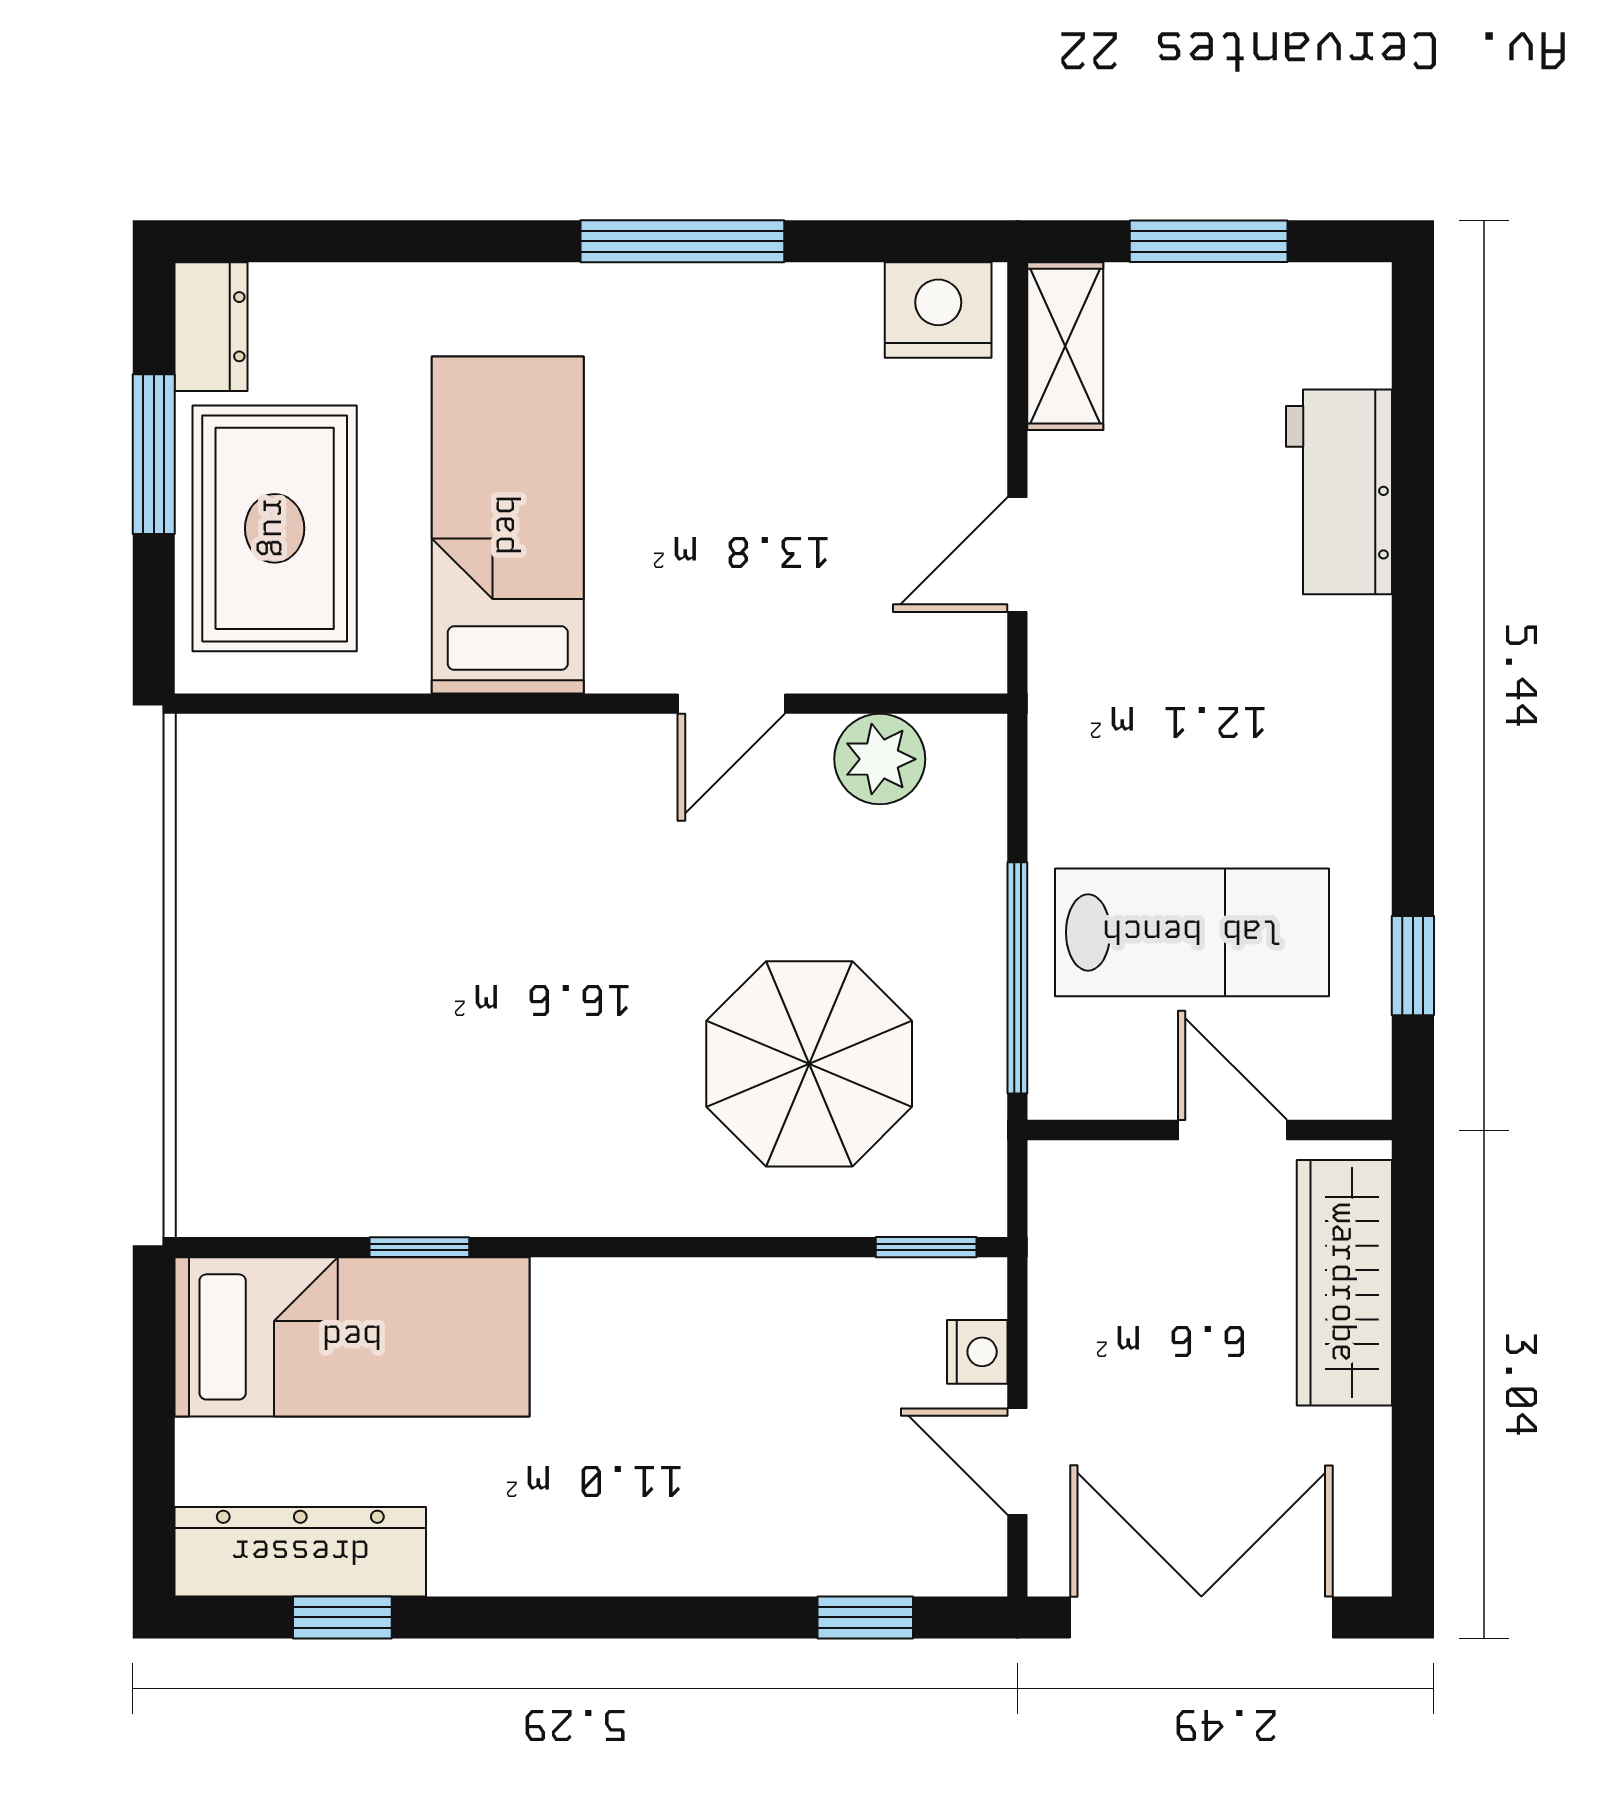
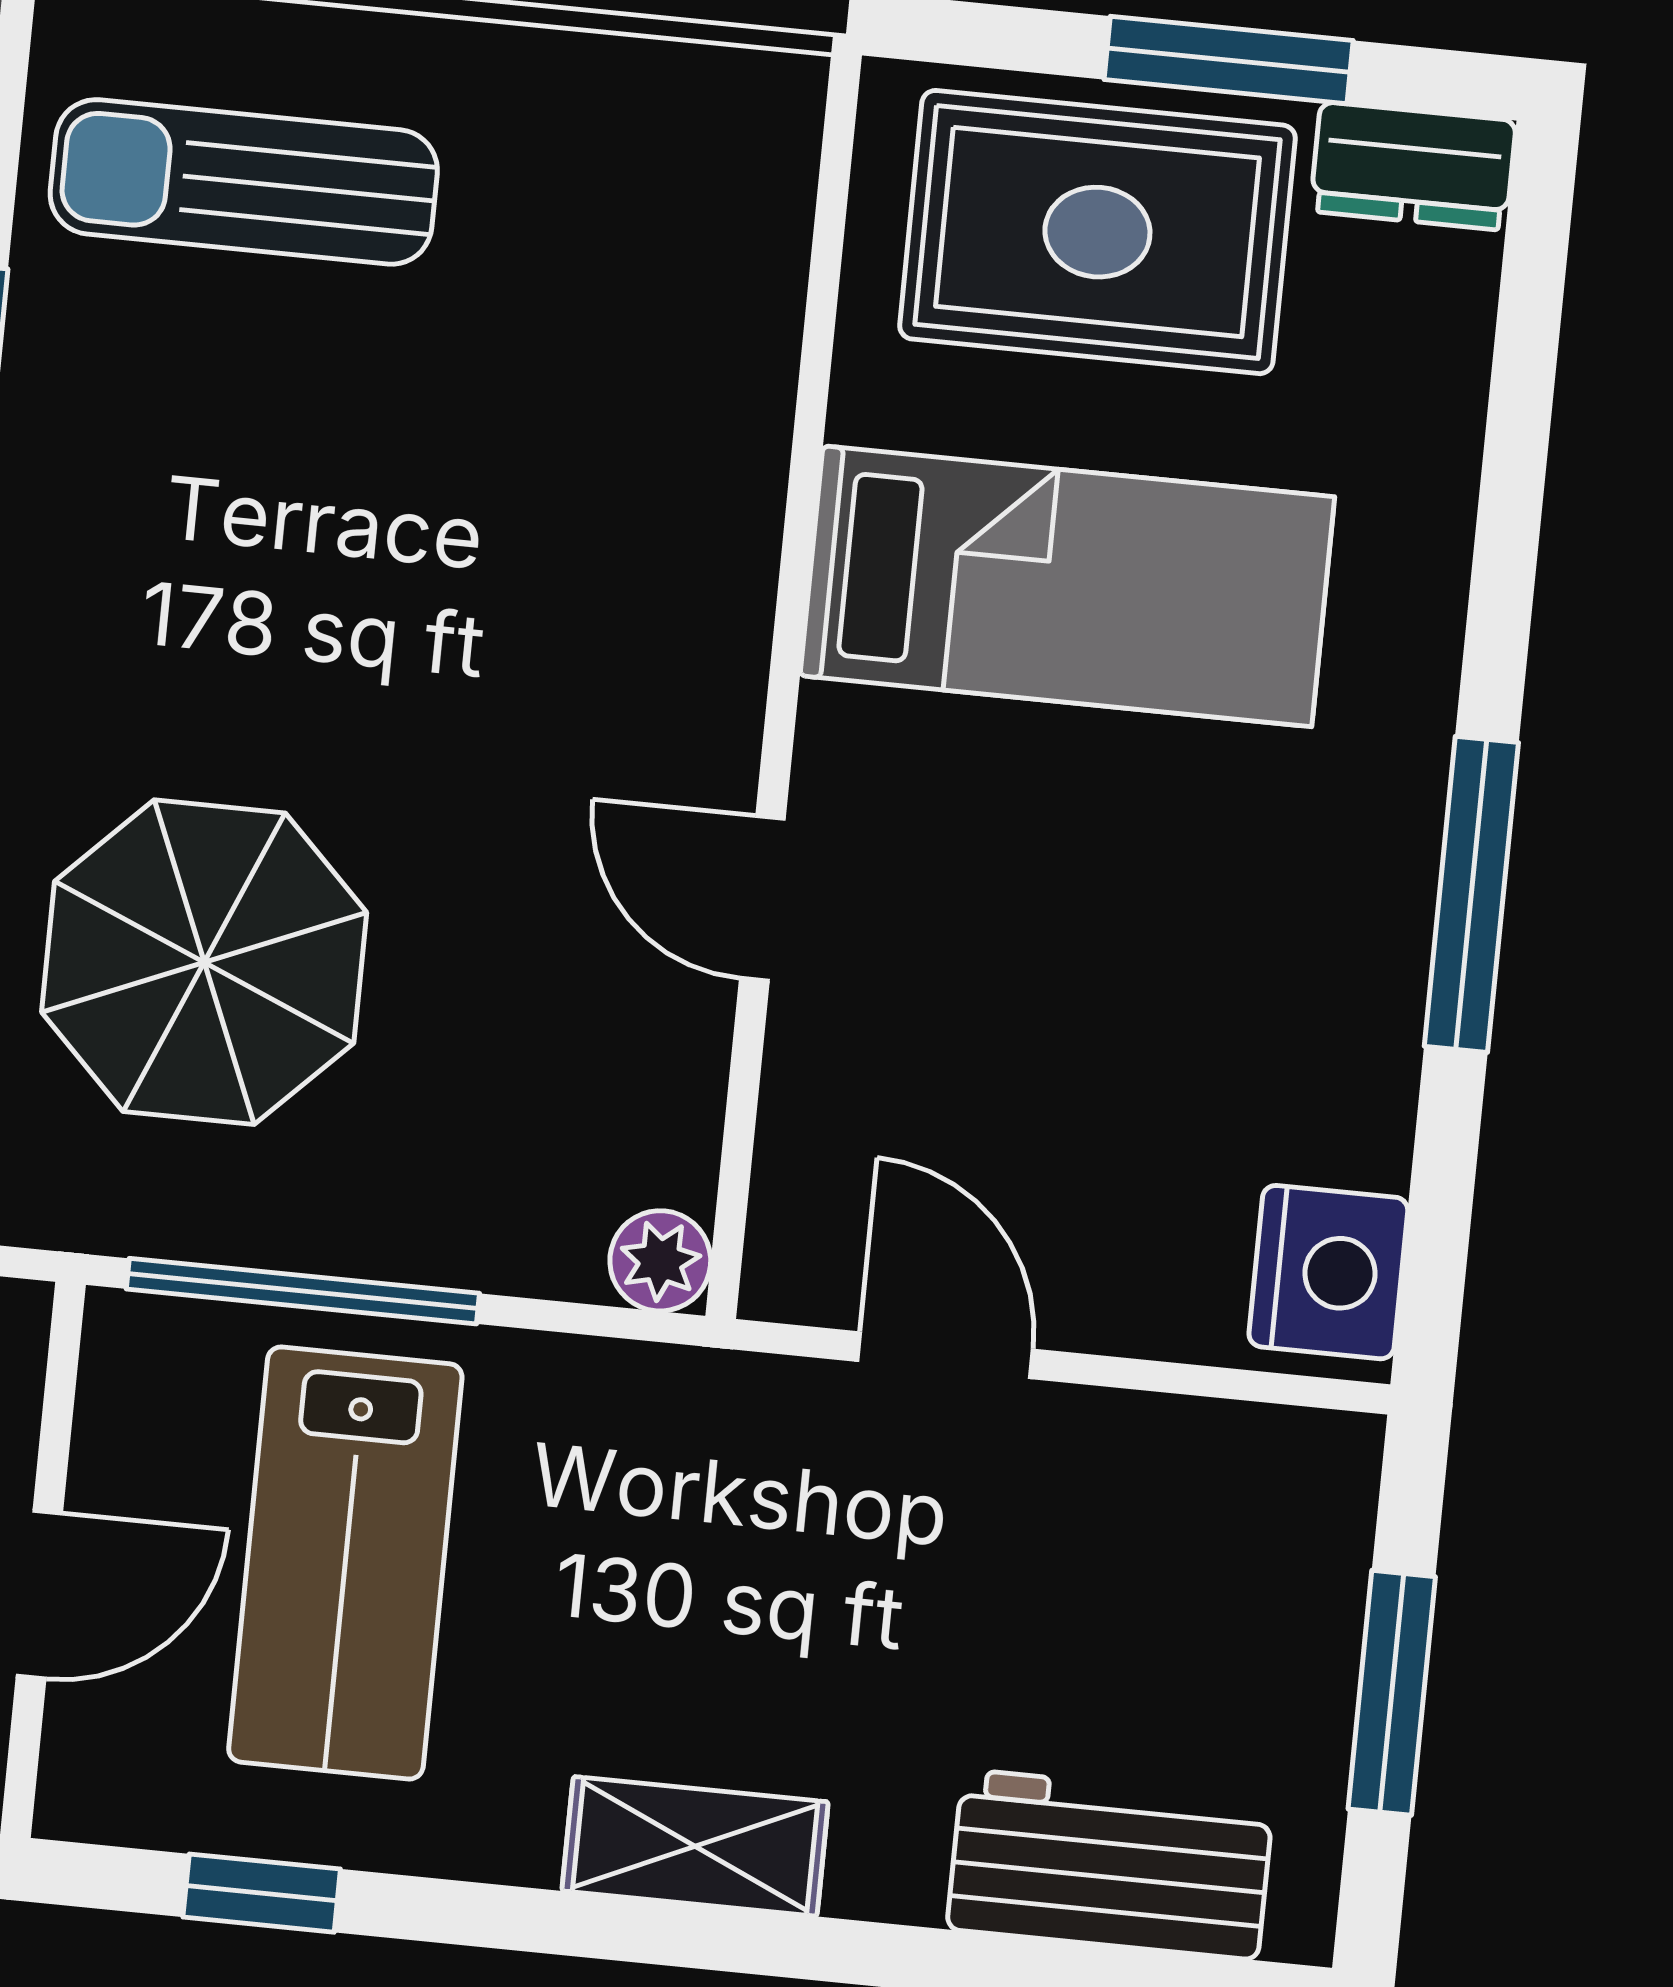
shelving: (1065, 346) -> (695, 1846), moved
workbench: (1339, 492) -> (1110, 1865), moved
plant: (880, 759) -> (660, 1261), moved, width x0.73, depth x0.73
sun lounger: (298, 1089) -> (244, 182), added

